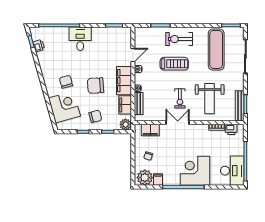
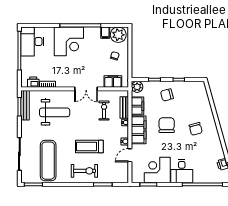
chair: (96, 86) -> (167, 125), turned -86
exercise bike: (180, 98) -> (104, 111), moved
weight bench: (210, 99) -> (55, 112), turned 90
corner desk: (64, 107) -> (157, 170), moved, turned 106

